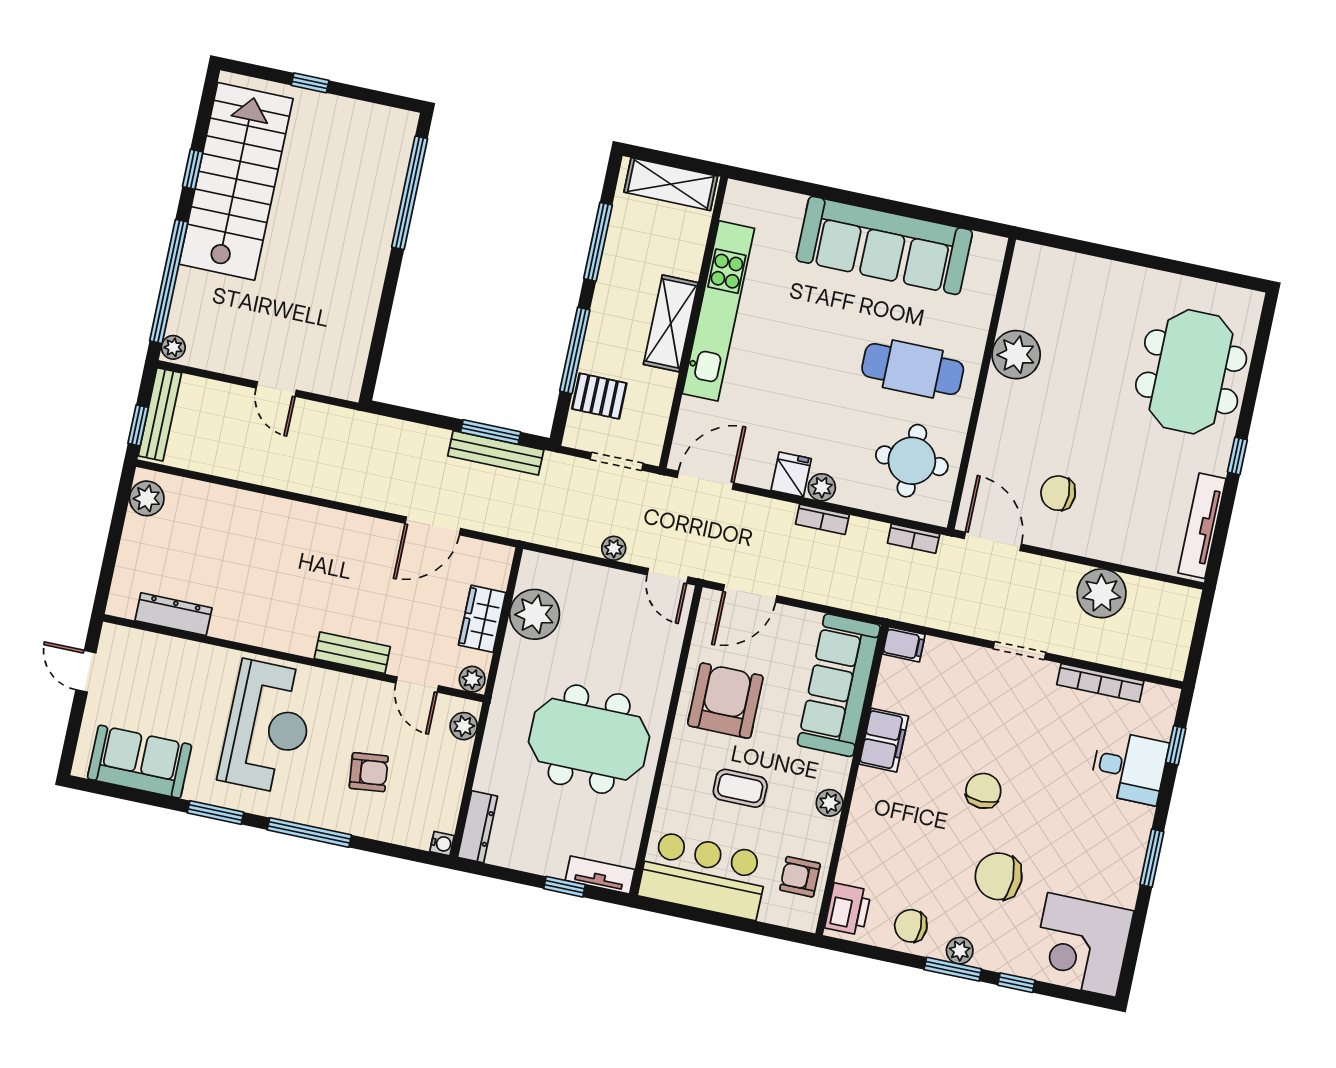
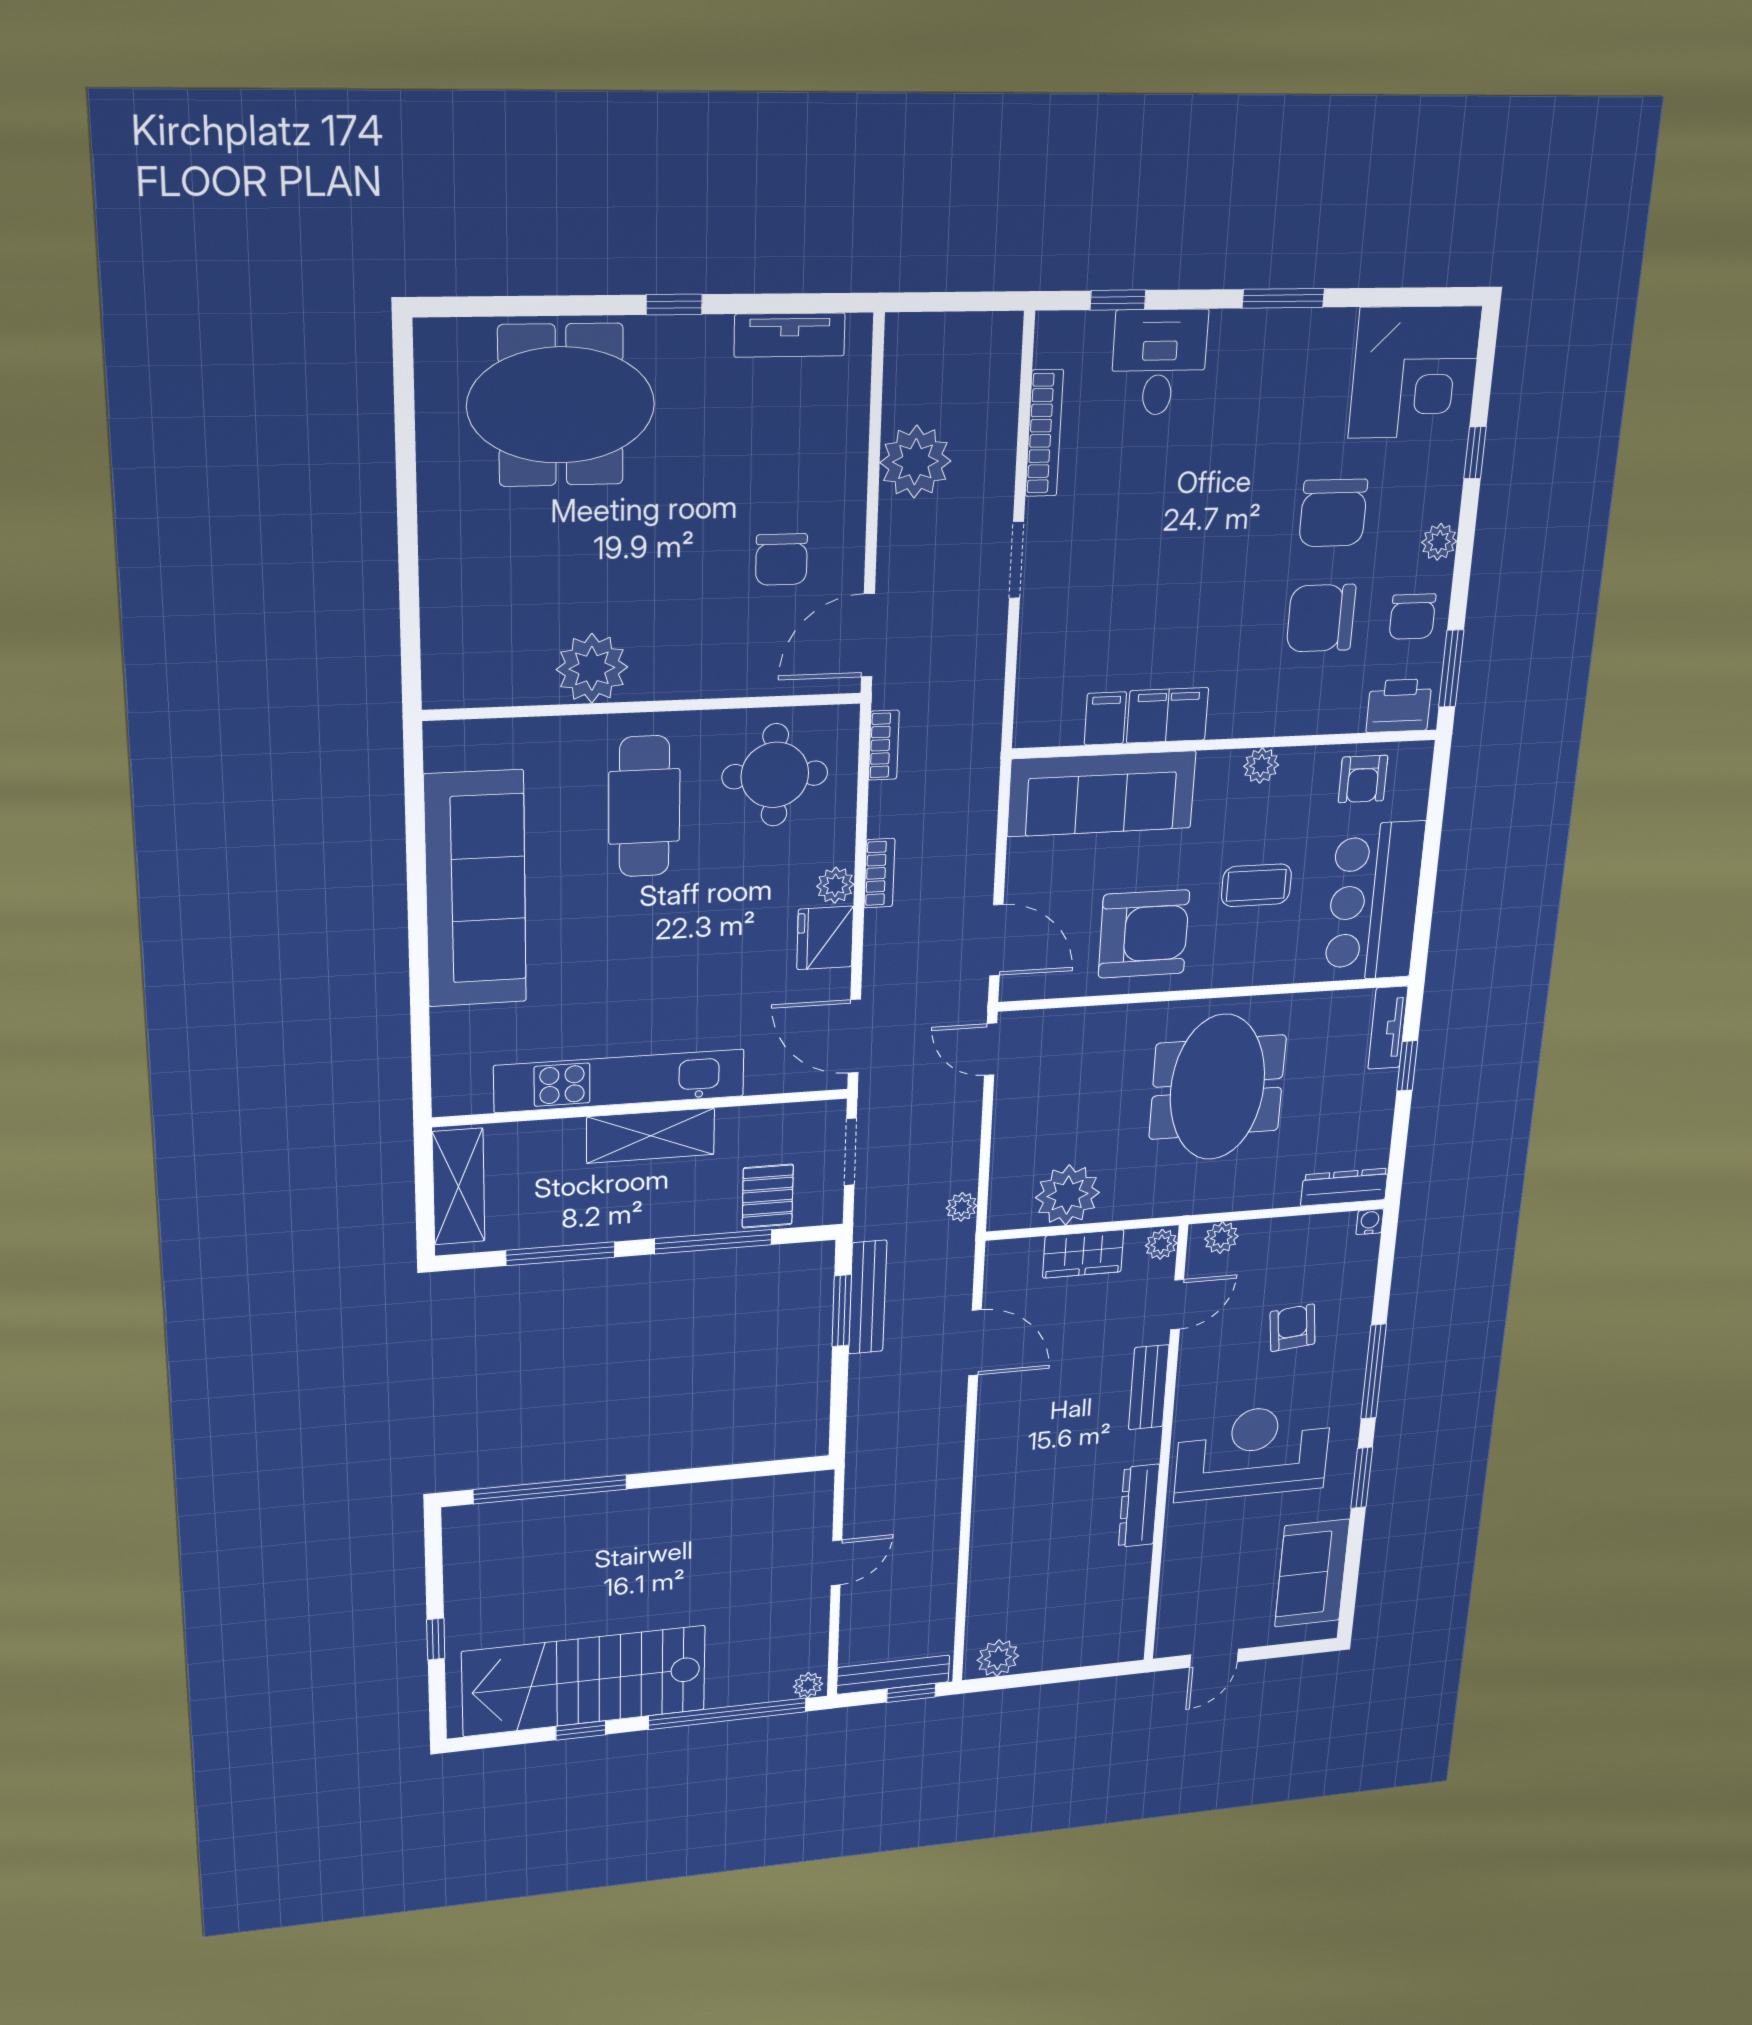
fridge: (791, 475) -> (825, 938), width x1.38
tv unit: (1202, 526) -> (790, 335), width x0.71
plant: (614, 548) -> (962, 1207), moved
door: (668, 576) -> (991, 1049), swing flipped
dresser: (173, 614) -> (1139, 1506), moved
filing cabinet: (904, 644) -> (1105, 718), moved
armchair: (725, 701) -> (1144, 934), turned 180
coffee table: (740, 788) -> (1256, 885), turned 90
chair: (983, 791) -> (1321, 618), moved, width x1.37, depth x1.37
window: (953, 969) -> (1451, 669), moved

